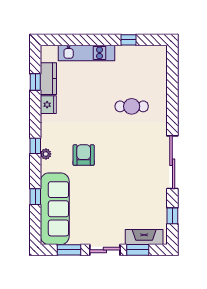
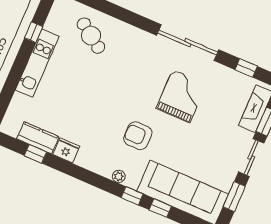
kitchen unit: (87, 53) -> (37, 63), moved
cafe table: (132, 106) -> (91, 36), moved, turned -55
window: (35, 146) -> (132, 196), moved
grand piano: (129, 175) -> (181, 96), added

